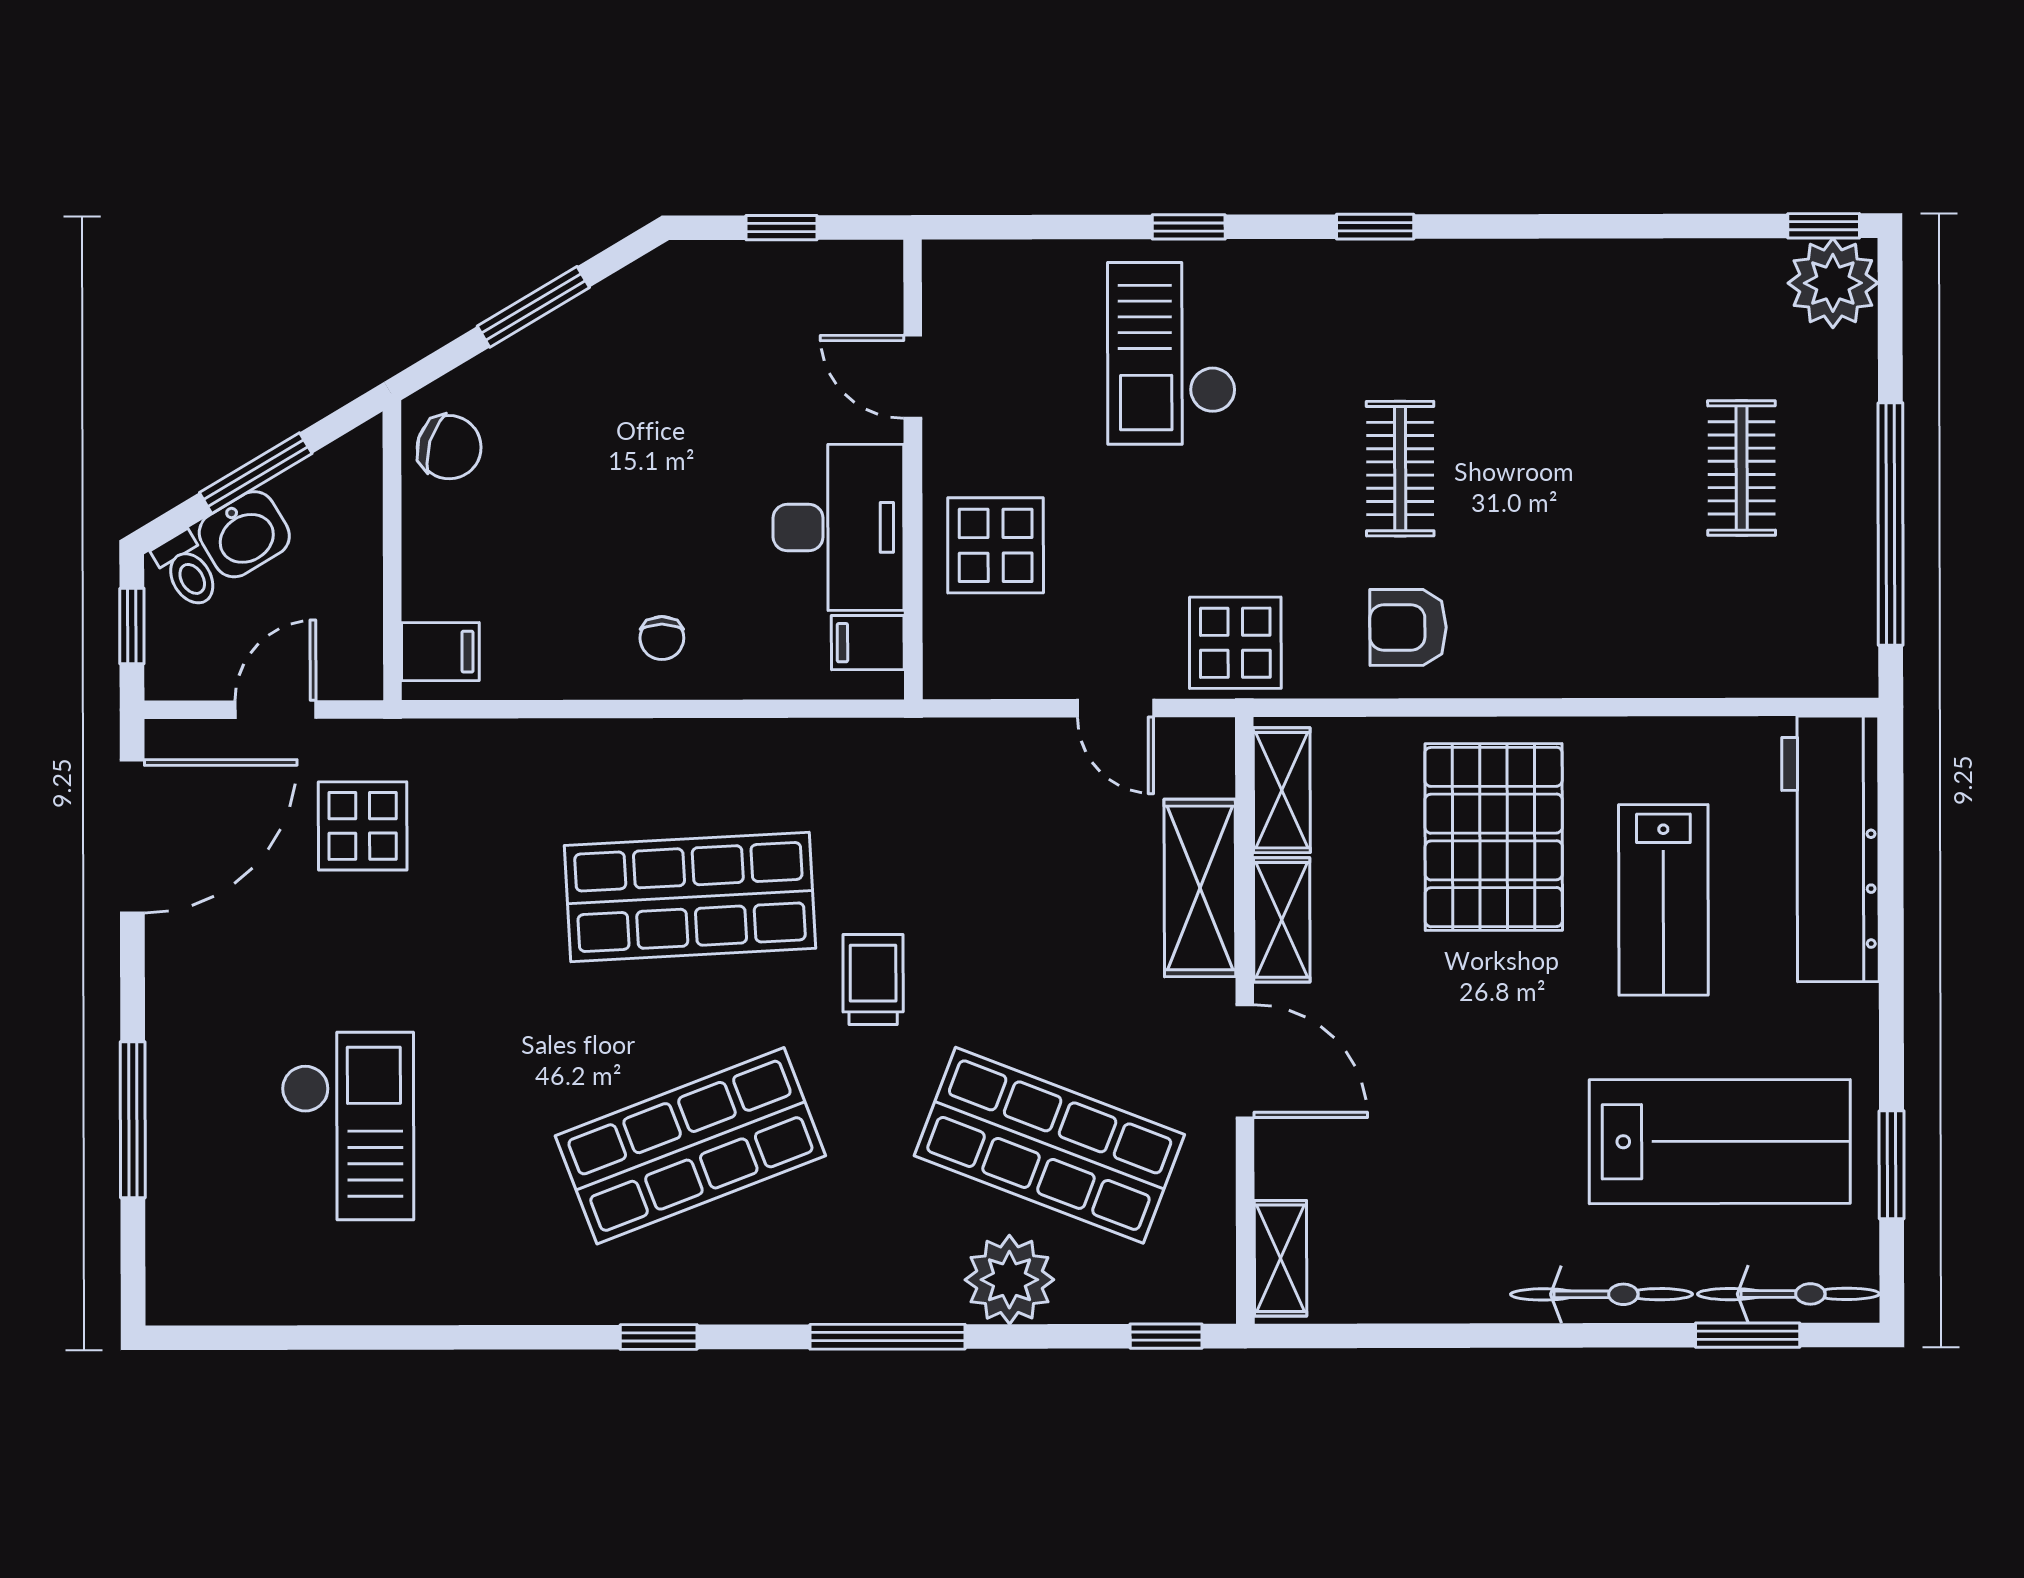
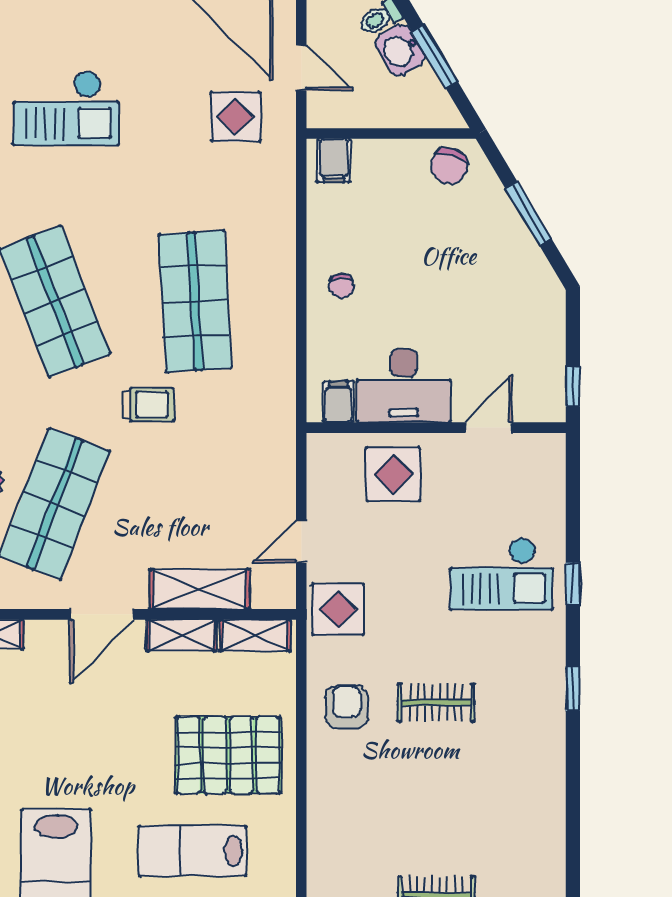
window: (782, 228) -> (573, 386), moved
checkout: (1172, 353) -> (501, 574), turned 180
chair: (662, 638) -> (341, 286), turned -90

